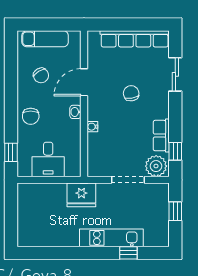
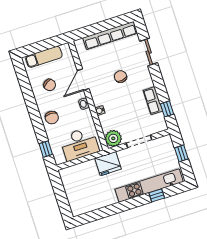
desk: (48, 159) -> (79, 144), width x1.37
plant: (156, 166) -> (113, 138), moved
kitchen unit: (111, 238) -> (149, 185), width x1.36

